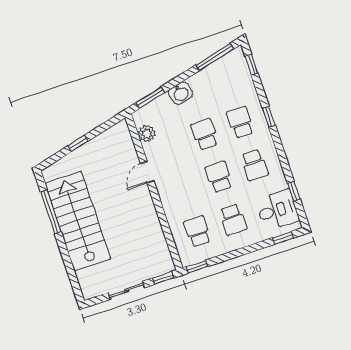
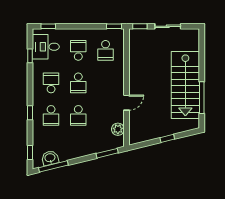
washbasin: (181, 93) -> (50, 158), moved

